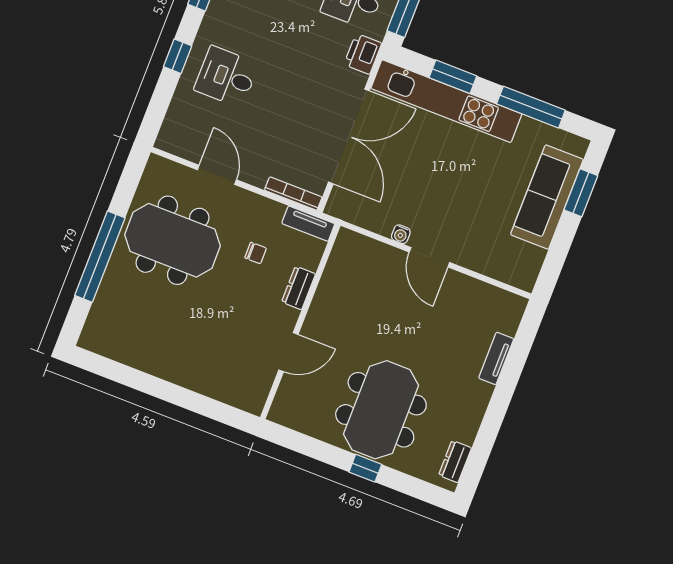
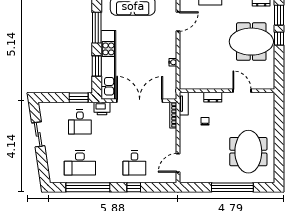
door: (217, 175) -> (178, 163), moved
meeting table: (172, 240) -> (248, 152), moved
door: (429, 257) -> (178, 22), moved
window: (413, 487) -> (279, 15), added

